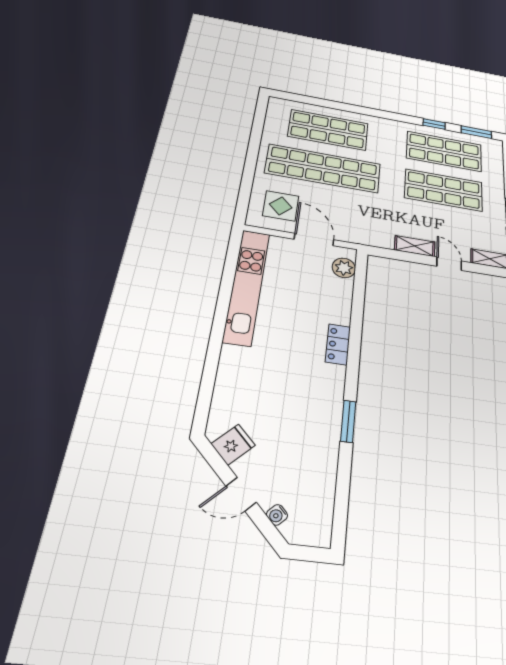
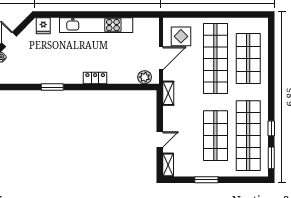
shop shelf: (444, 151) -> (248, 136), width x1.40
shelving: (415, 246) -> (168, 93), moved
kitchen unit: (247, 286) -> (96, 25), moved
fridge: (233, 444) -> (43, 26), moved, turned 45

